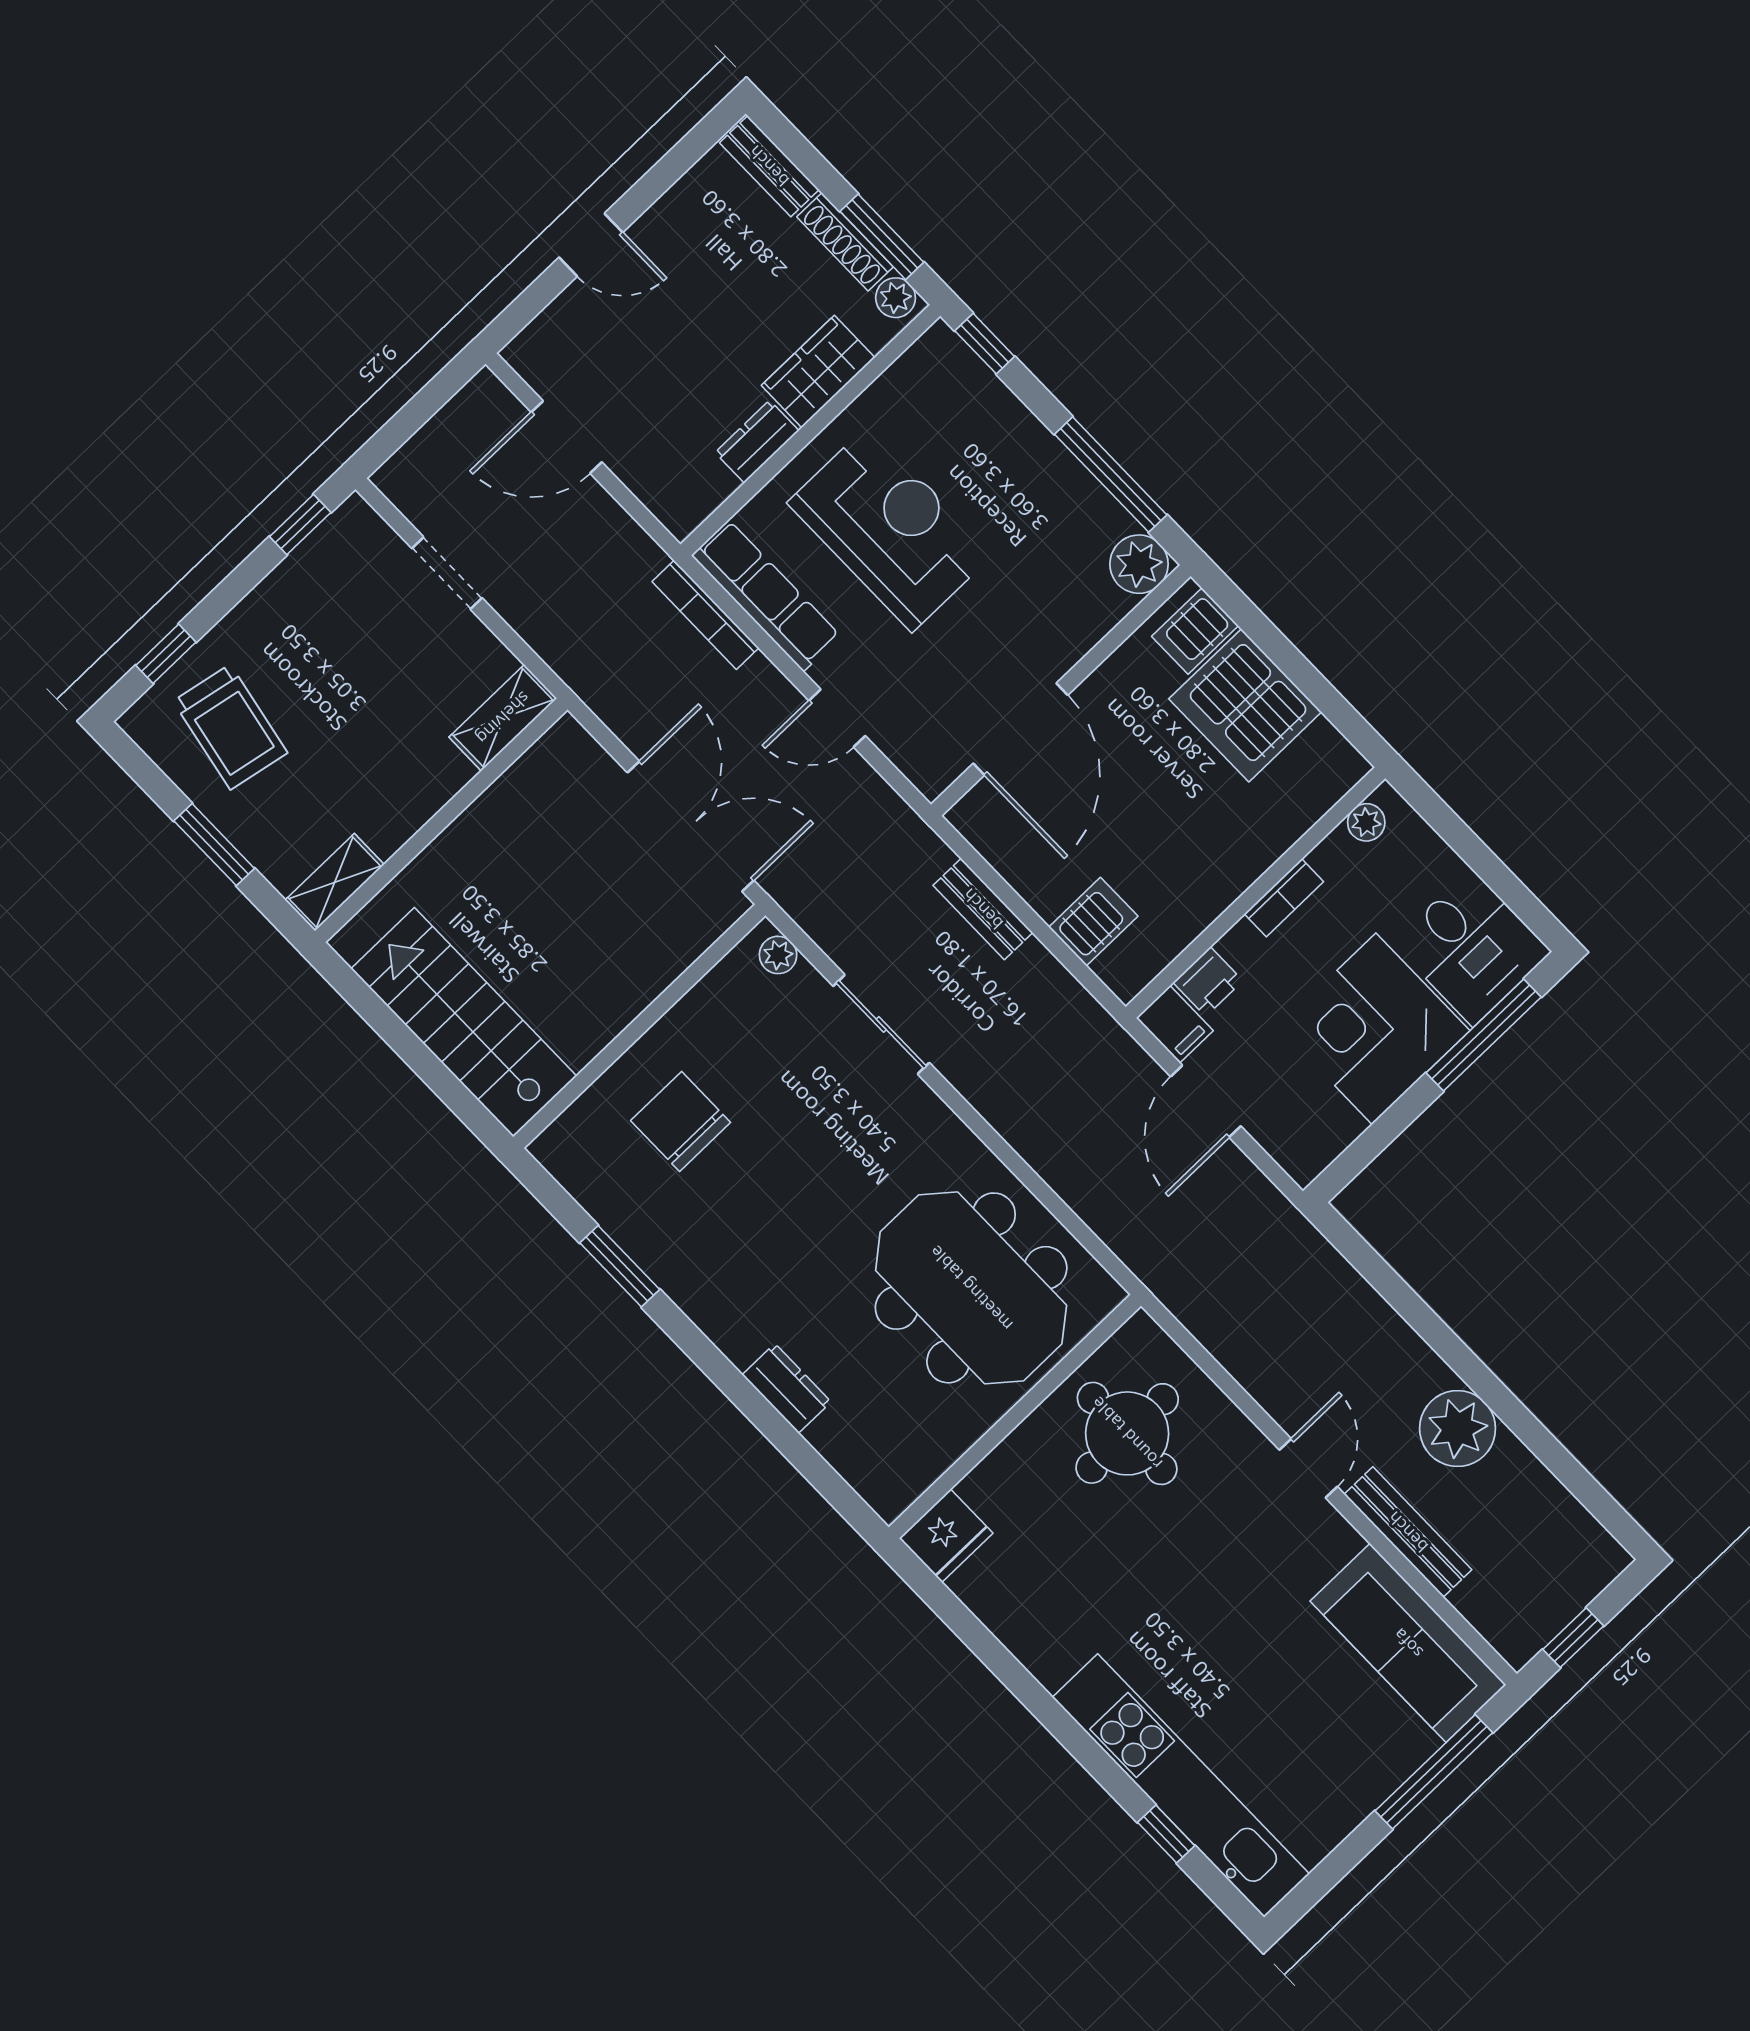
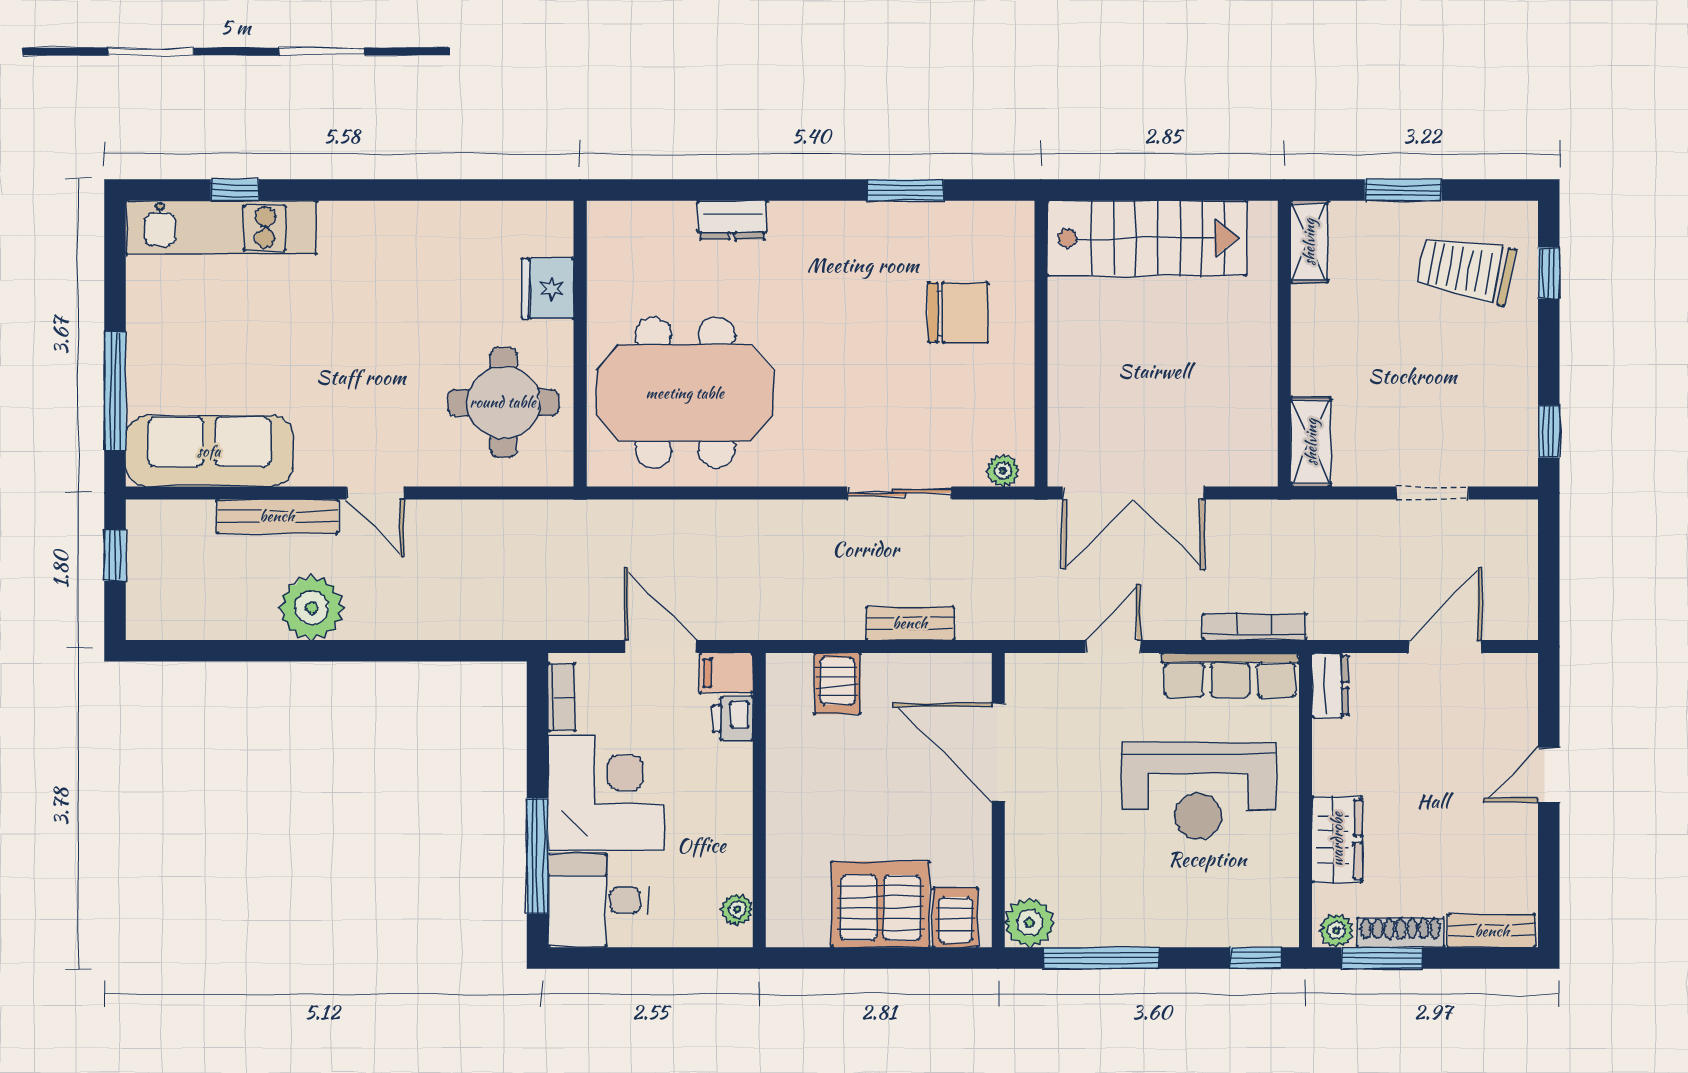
dresser: (757, 442) -> (1330, 685), moved
bookcase: (1284, 898) -> (562, 697), moved, turned 180
fridge: (946, 1536) -> (548, 288), moved
kitchen unit: (1181, 1786) -> (221, 228), width x0.73

